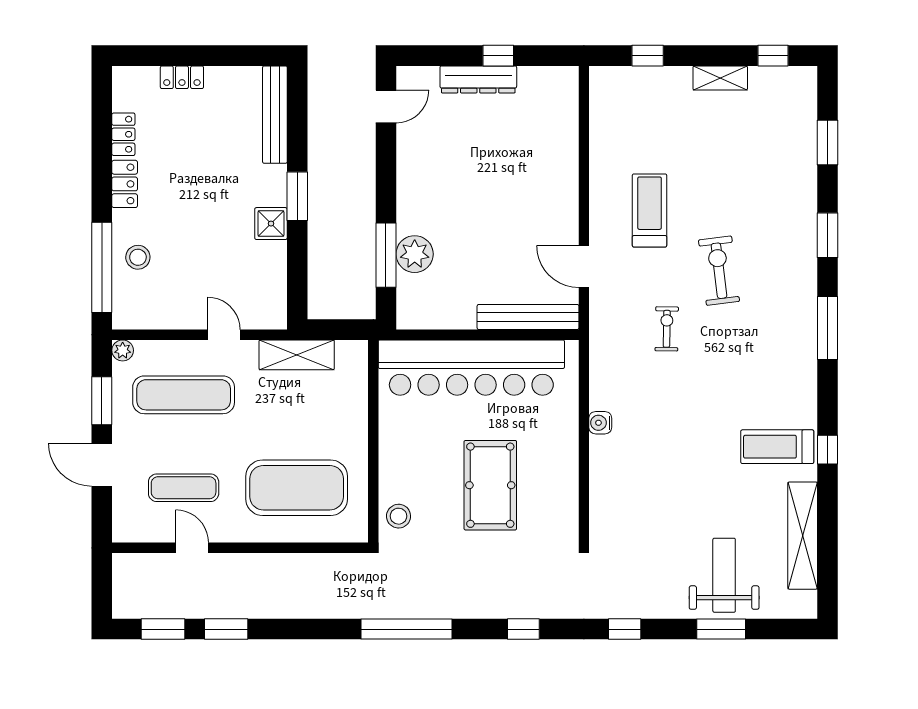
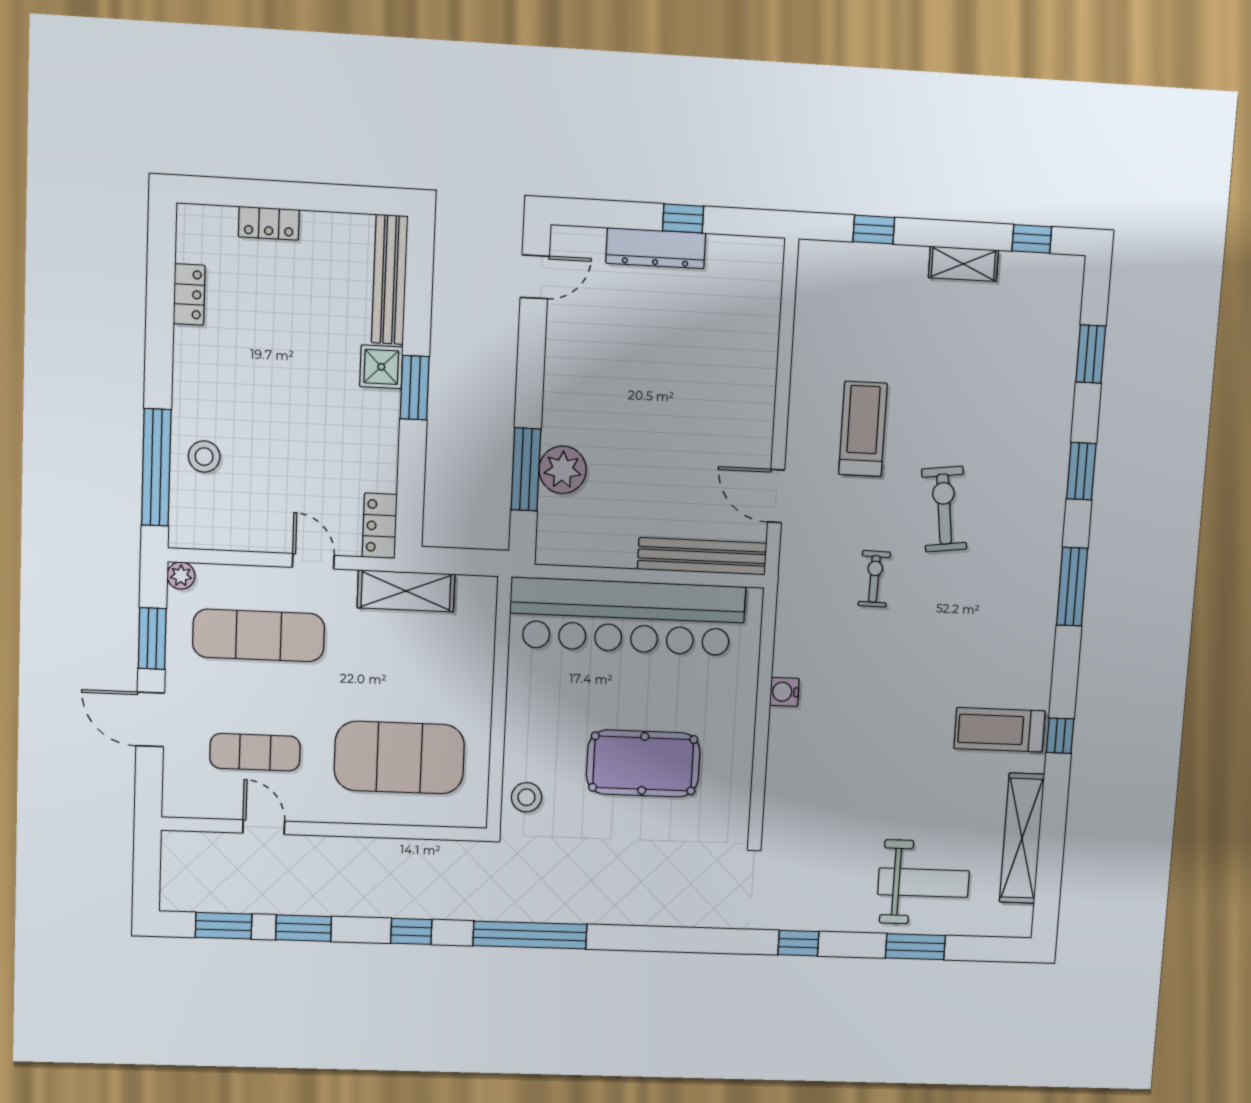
locker: (125, 184) -> (380, 526), moved, turned 180
shower: (271, 224) -> (381, 367), moved
pool table: (490, 485) -> (643, 763), turned 90
weight bench: (724, 575) -> (924, 883), turned 90
window: (523, 629) -> (411, 931), moved

